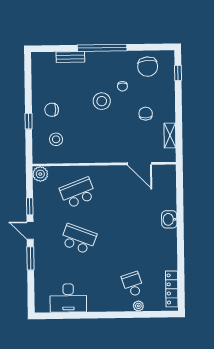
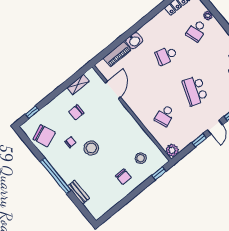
chair: (148, 67) -> (44, 136), turned 73
window: (29, 121) -> (159, 173), moved
school desk: (78, 193) -> (165, 116), width x0.54
piano: (169, 194) -> (117, 54), added
school desk: (132, 238) -> (166, 55), added

